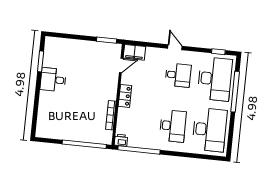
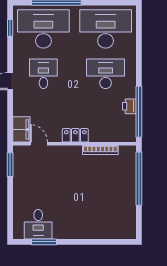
desk: (53, 80) -> (38, 224), moved
printer: (121, 140) -> (129, 106), moved

